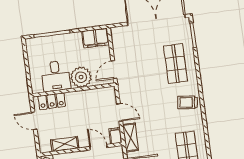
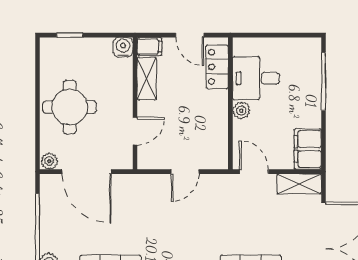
plant: (81, 77) -> (241, 110), width x0.53, depth x0.53
door: (34, 121) -> (190, 35), swing flipped
filing cabinet: (115, 136) -> (149, 46), moved
shelving: (131, 137) -> (299, 184), moved

